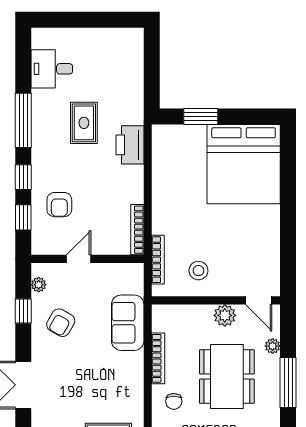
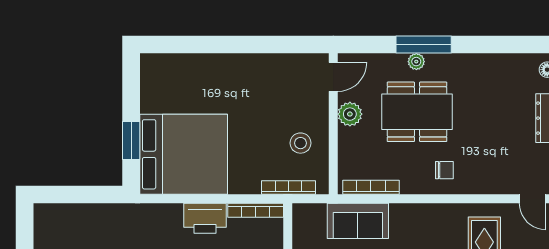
printer: (130, 145) -> (205, 218), moved
bed: (244, 164) -> (184, 154), moved
plant: (273, 346) -> (416, 62), moved
bookcase: (158, 358) -> (371, 187), moved

